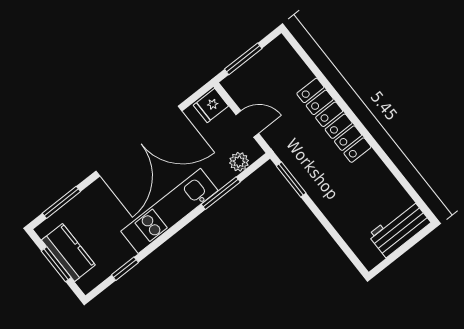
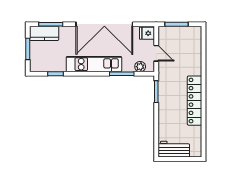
locker: (334, 120) -> (194, 101), moved
workbench: (399, 229) -> (174, 149), moved
kitchen counter: (68, 253) -> (44, 33), moved, turned 90

